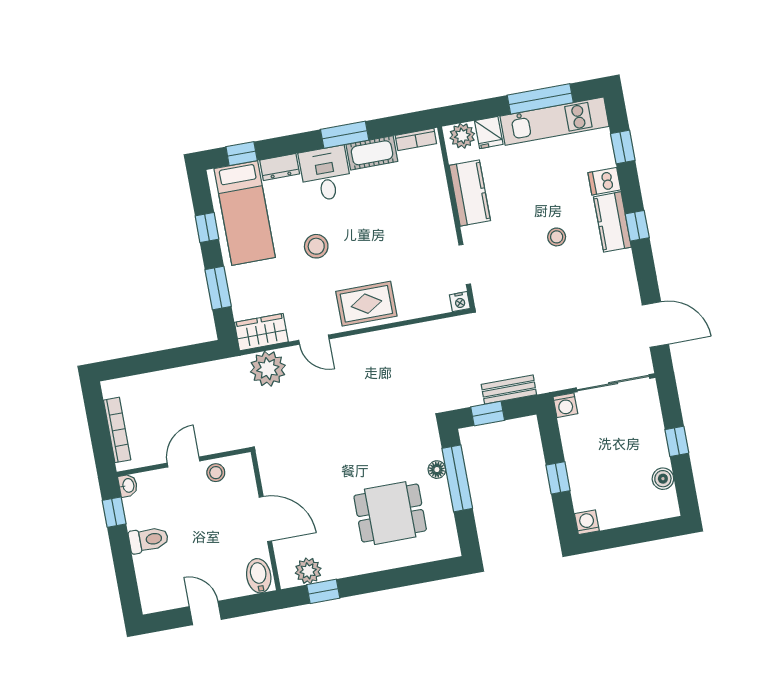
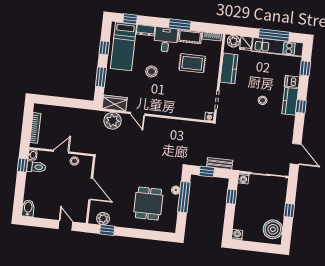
rug: (366, 304) -> (192, 63), moved
window: (558, 478) -> (232, 197), moved
boiler: (663, 479) -> (273, 229), width x1.86, depth x1.86
dining table: (390, 513) -> (148, 204), turned 90
toilet: (149, 540) -> (36, 167), moved
bidet: (259, 576) -> (28, 208), moved
door: (205, 613) -> (65, 225), moved

